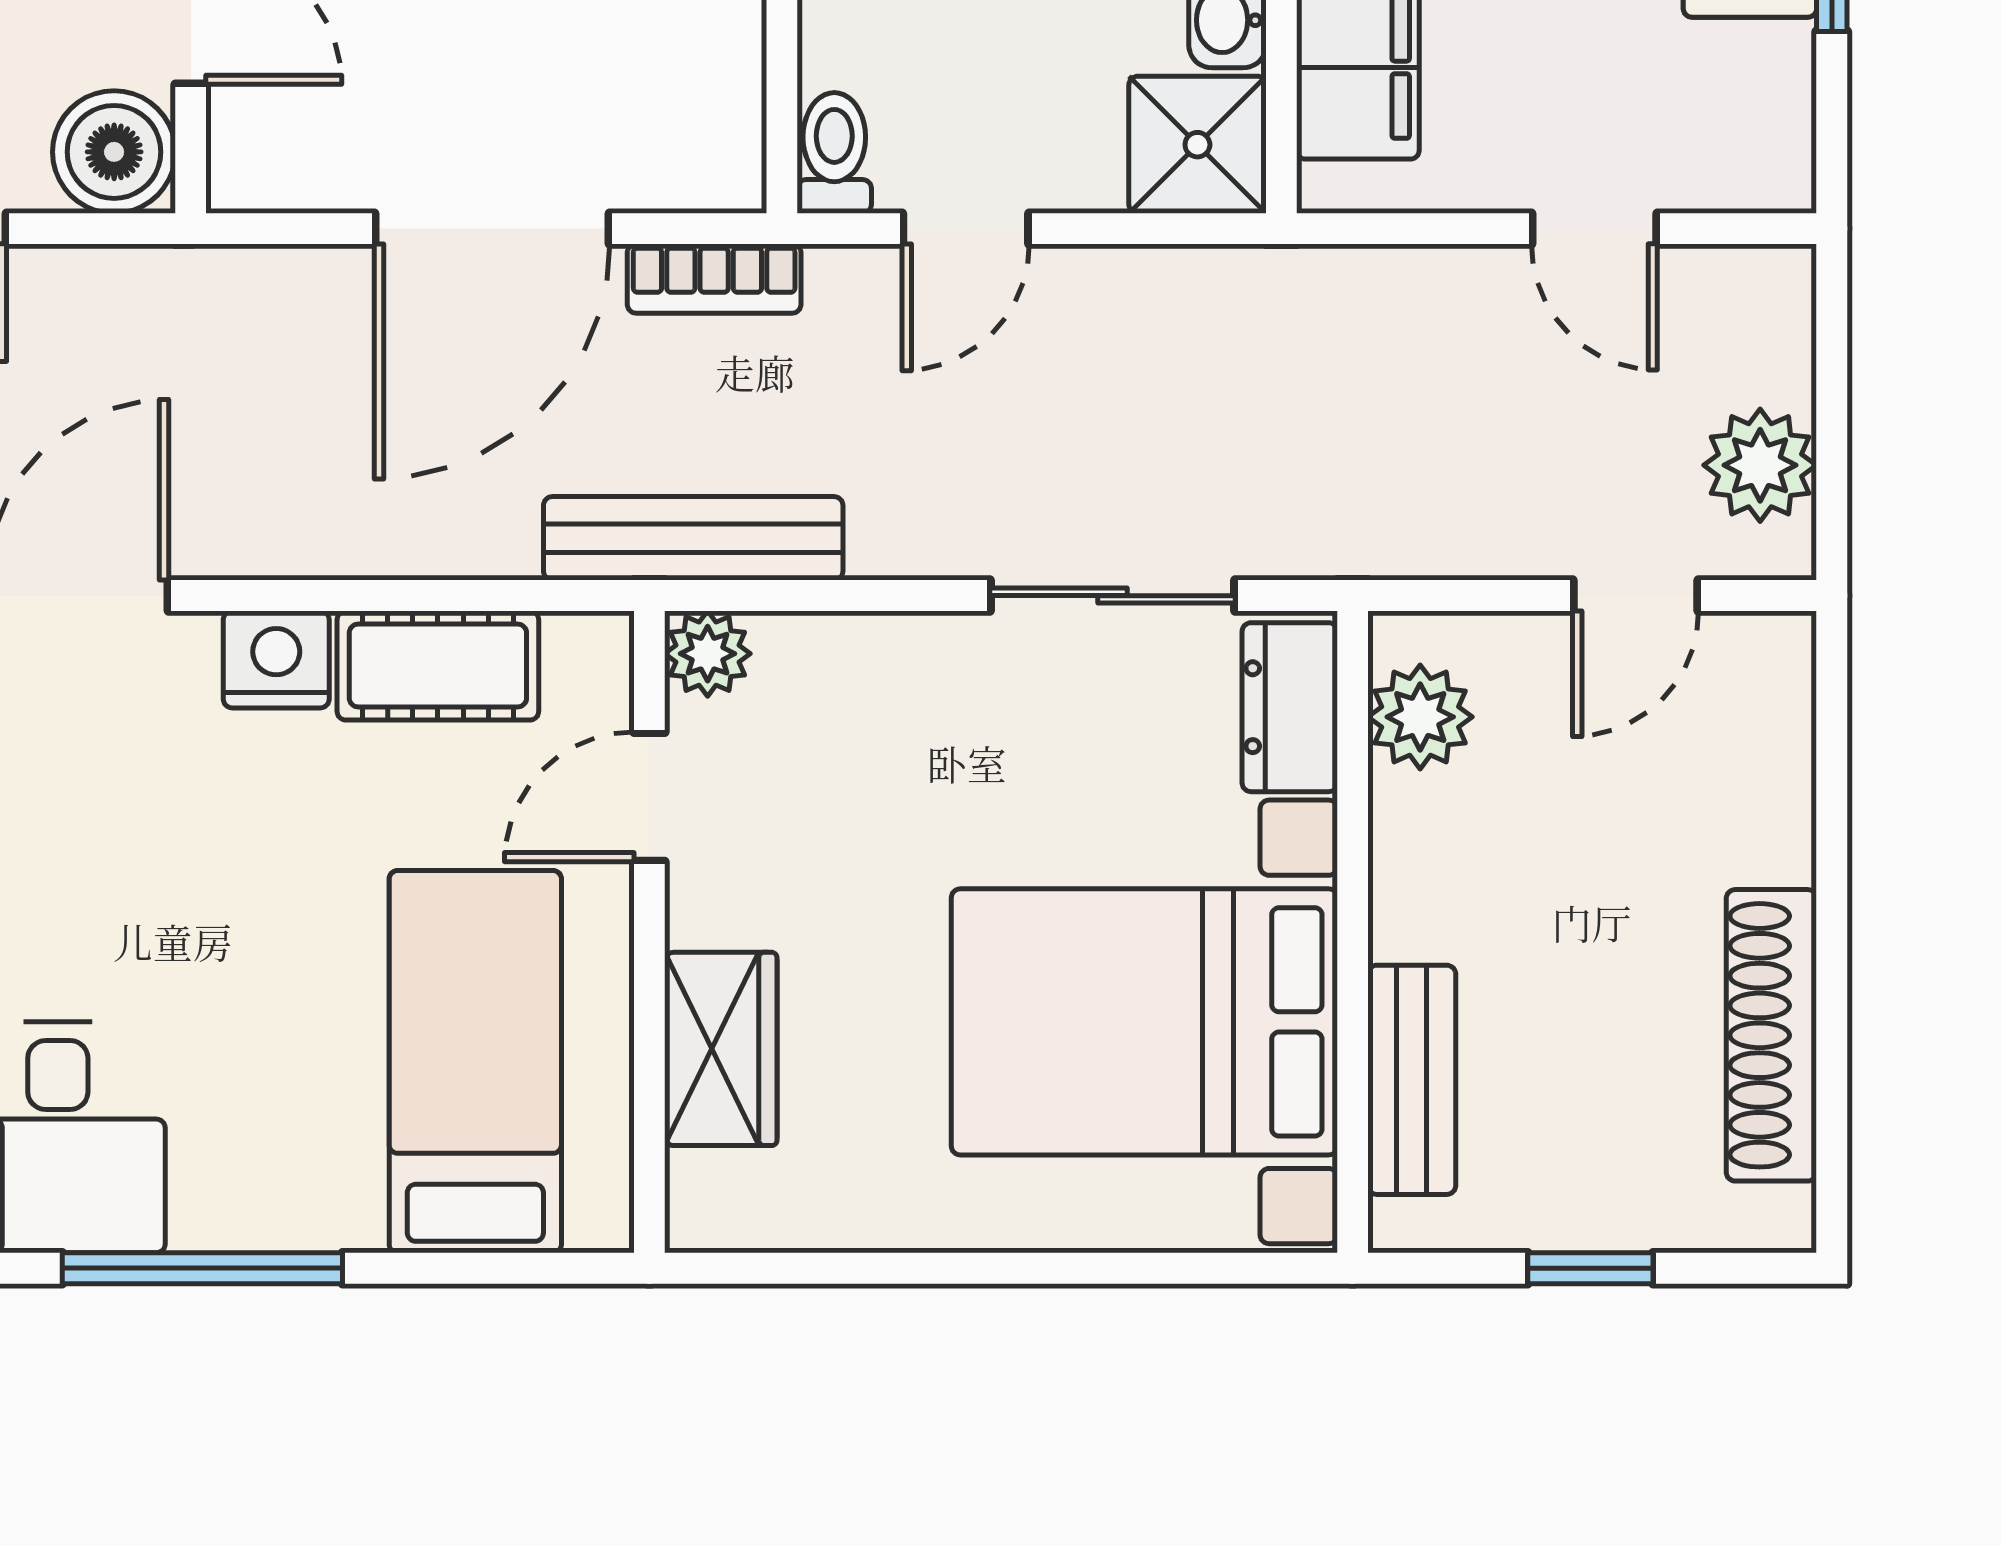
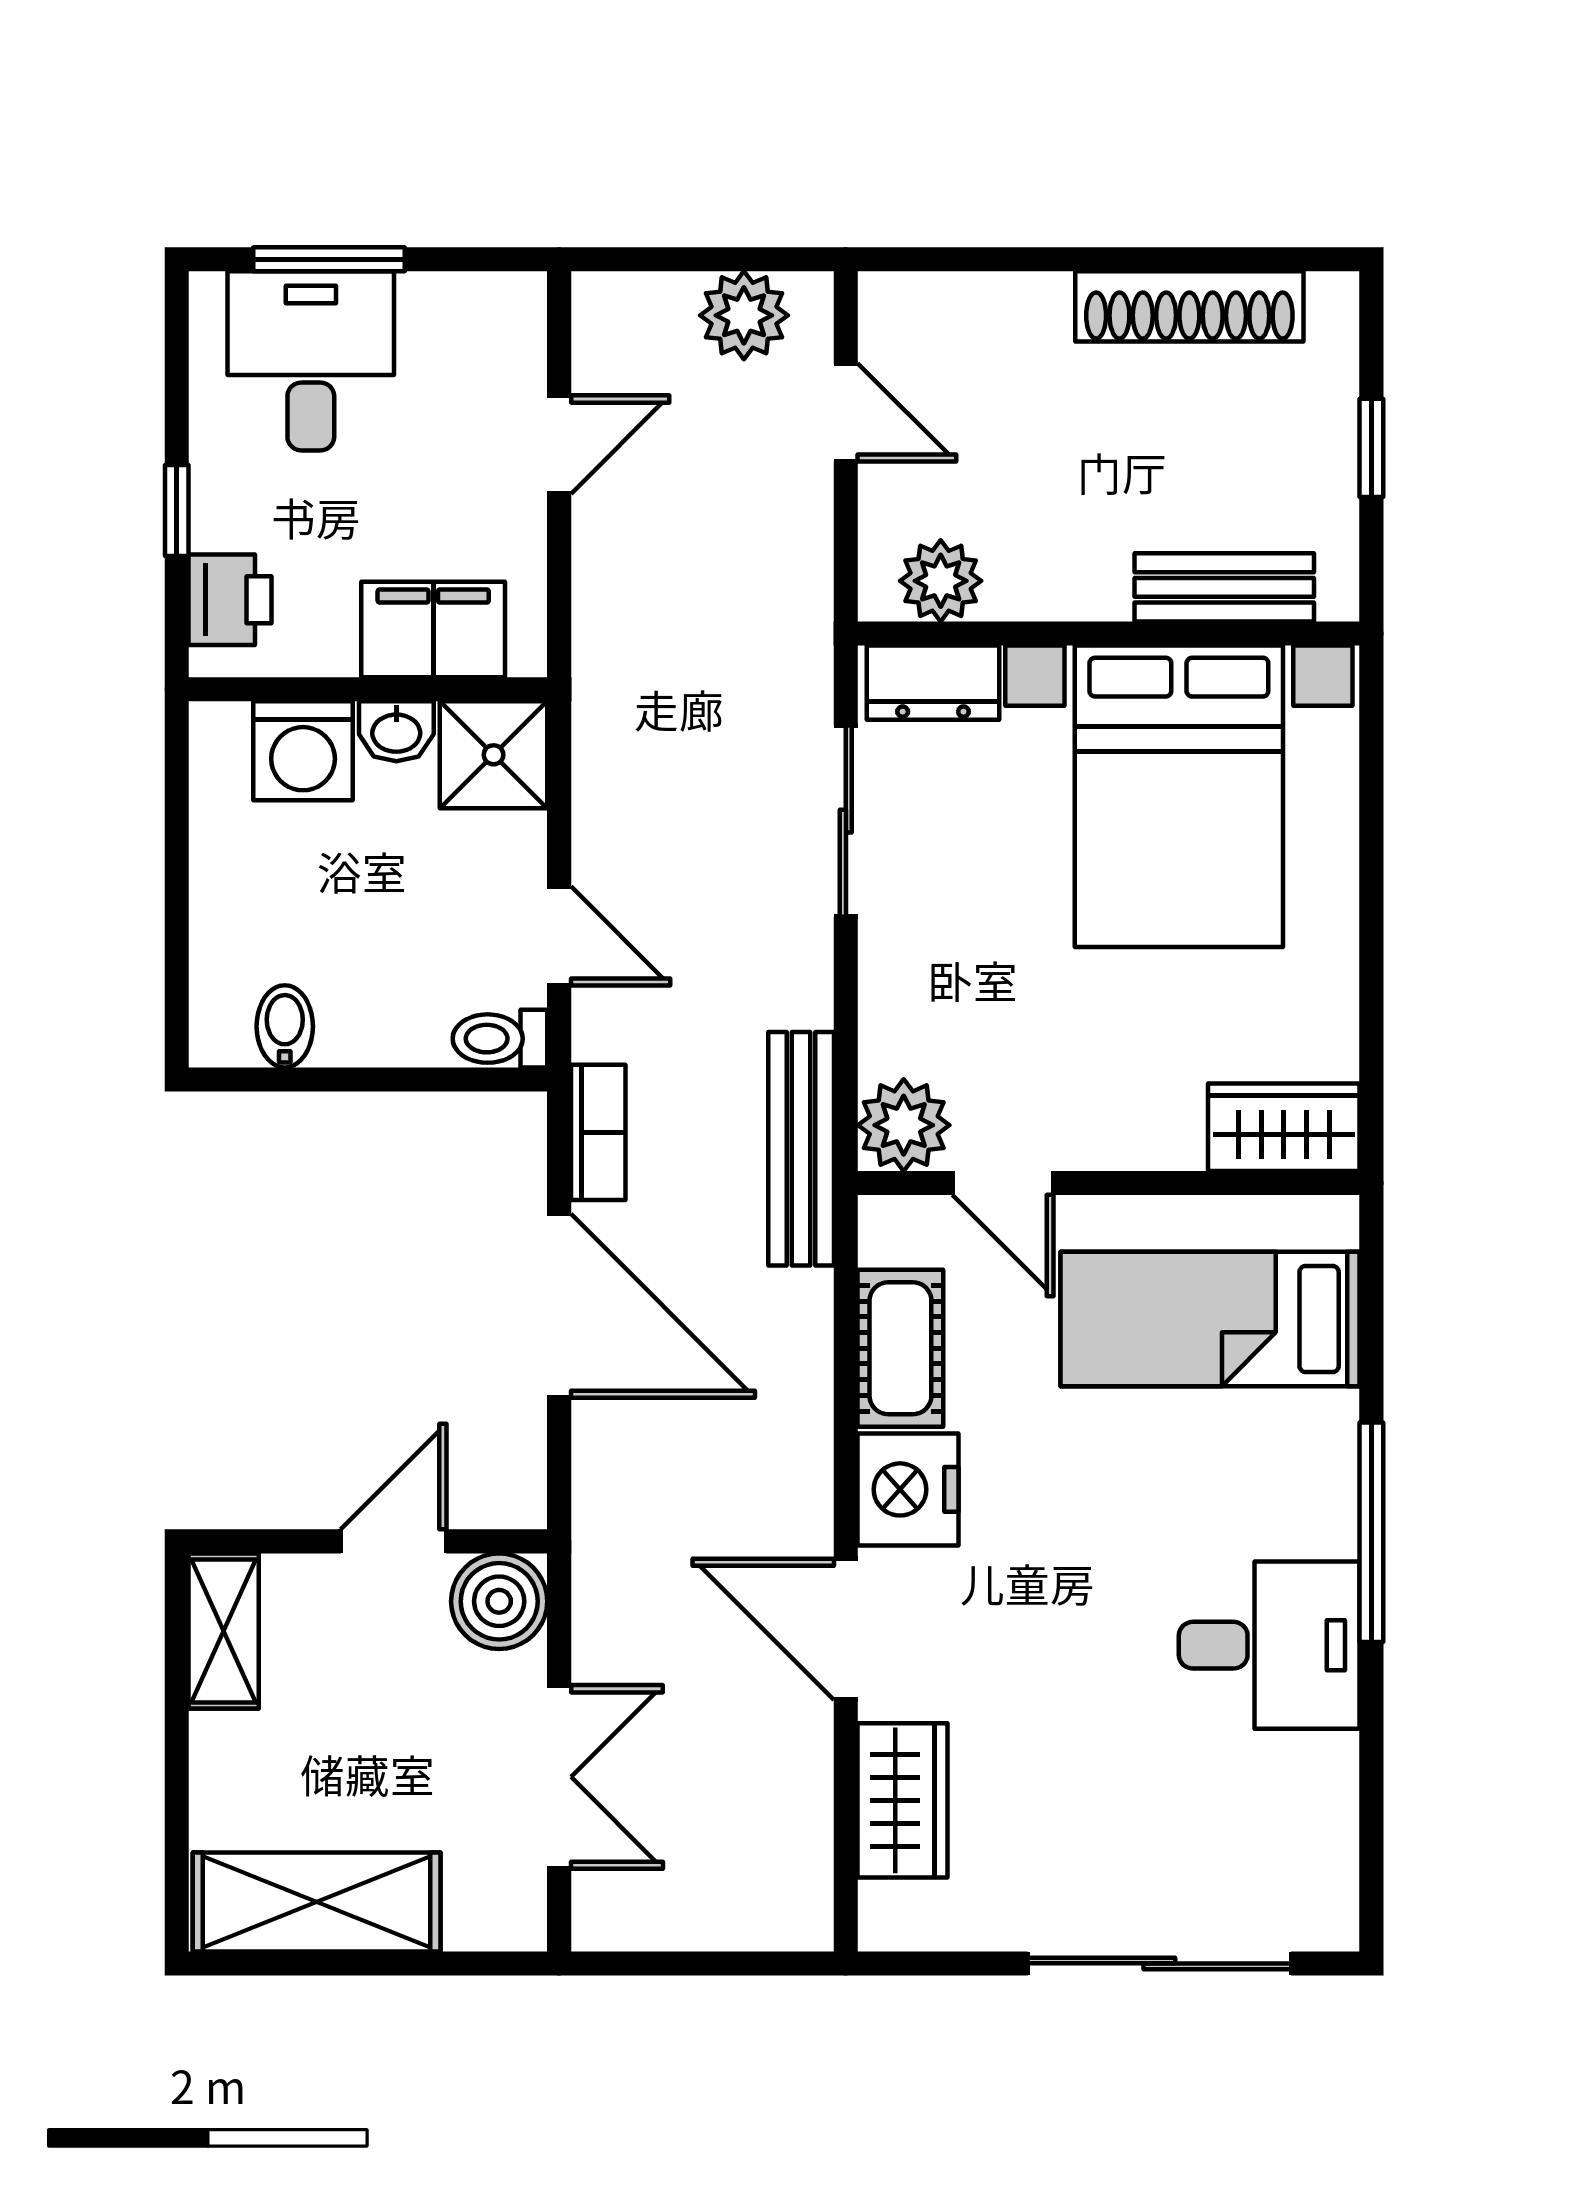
plant: (708, 654) -> (904, 1125), width x1.38, depth x1.38
nightstand: (276, 659) -> (908, 1489), width x1.36, depth x1.33
wardrobe: (721, 1049) -> (1284, 1127), moved

